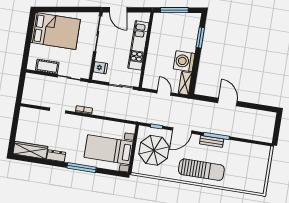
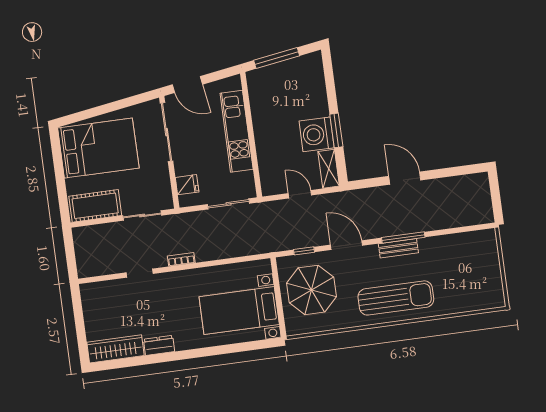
window: (200, 38) -> (336, 130), moved
cot: (47, 67) -> (95, 206), width x1.37, depth x1.34
door: (182, 131) -> (346, 245), swing flipped
window: (82, 168) -> (205, 352), removed

